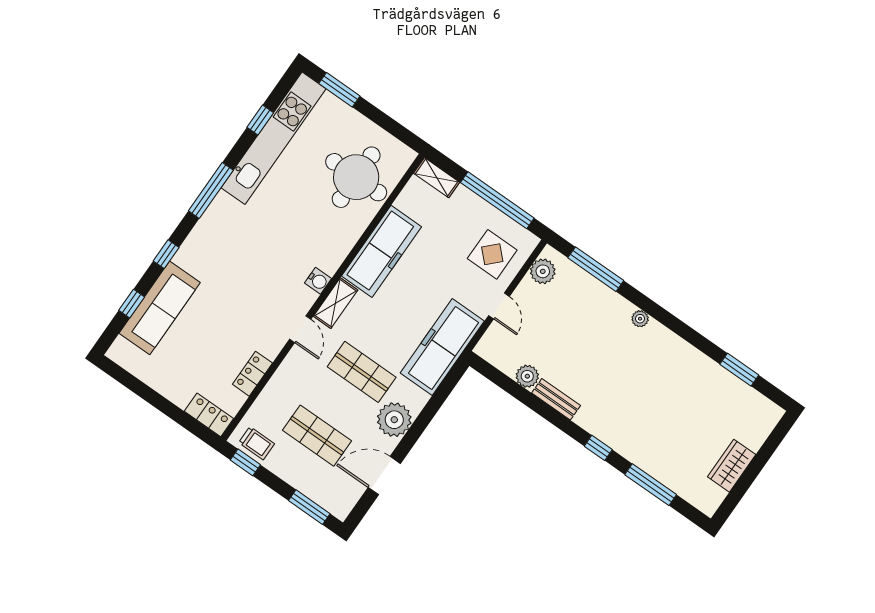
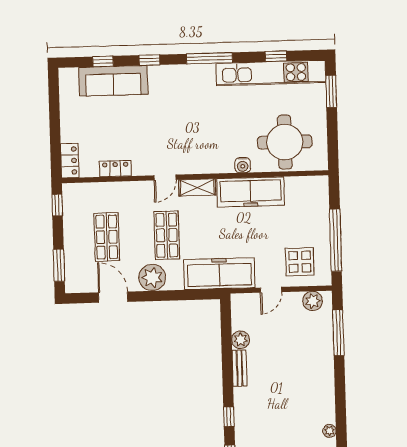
shelving: (437, 178) -> (322, 192), removed
water cooler: (318, 281) -> (243, 165), moved
plant: (640, 319) -> (330, 431), moved
trolley: (257, 443) -> (74, 203), removed

